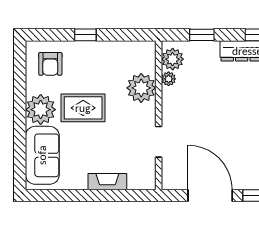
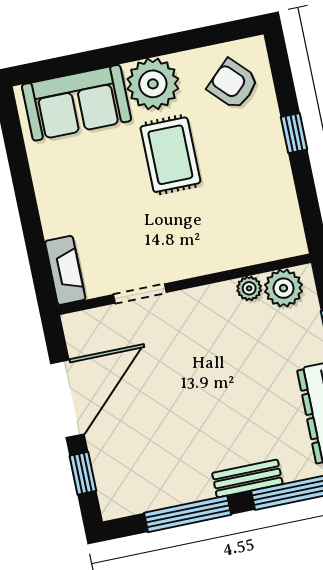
armchair: (50, 64) -> (233, 84), turned 46
plant: (141, 88) -> (224, 246), removed
fireplace: (107, 182) -> (65, 270), moved

